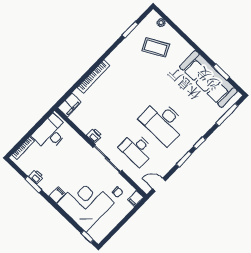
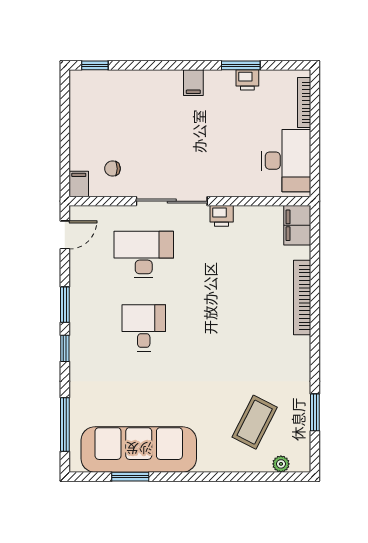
coffee table: (156, 48) -> (255, 422), turned -35
desk: (163, 122) -> (144, 328), width x0.53, depth x0.77
corner desk: (86, 203) -> (142, 110), removed

